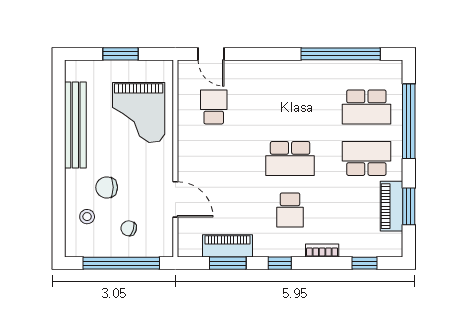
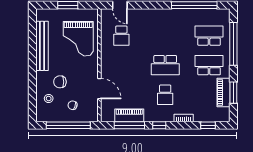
school desk: (214, 107) -> (121, 36), turned 180
school desk: (366, 107) -> (209, 36), turned 180
window: (228, 263) -> (129, 125), width x1.44

